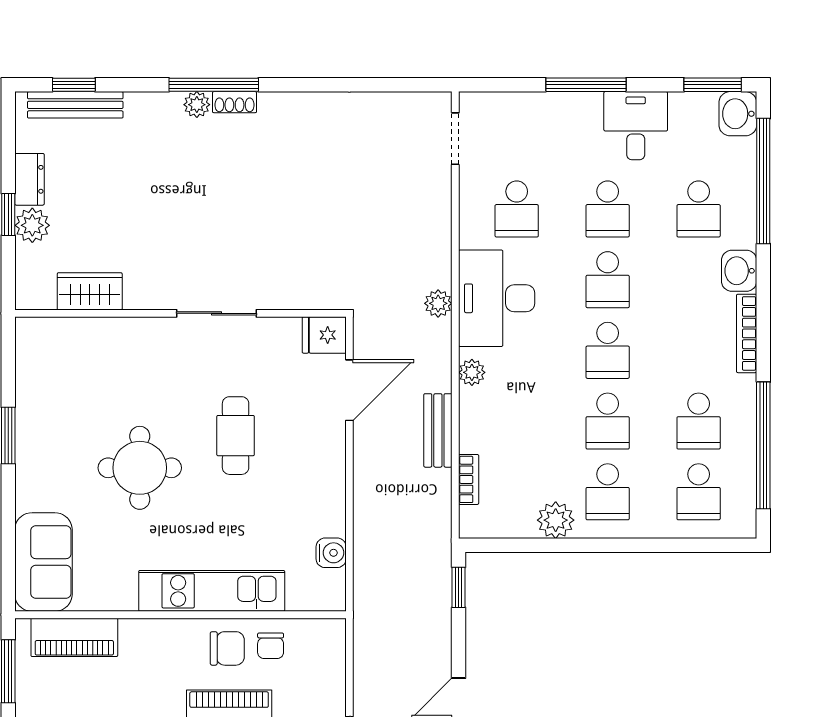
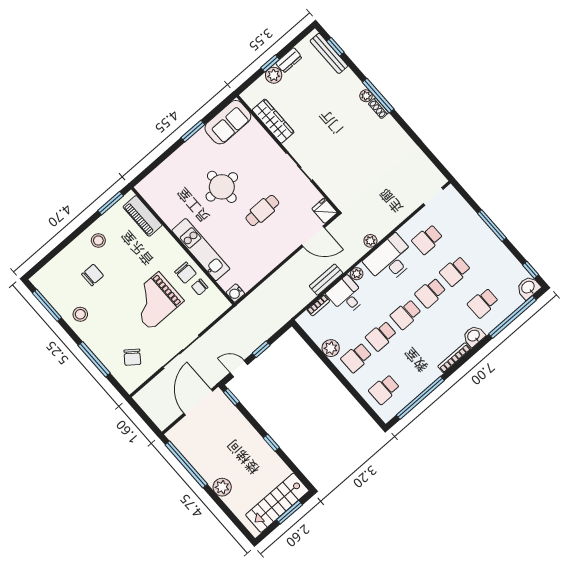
window: (713, 85) -> (531, 270), width x0.67
desk: (636, 126) -> (346, 296), moved, turned -90
wardrobe: (90, 291) -> (273, 121), width x1.50
school desk: (699, 421) -> (409, 368), removed
water cooler: (331, 553) -> (235, 293), moved, turned 90
sofa: (43, 562) -> (228, 122), moved
window: (459, 587) -> (261, 349), moved

